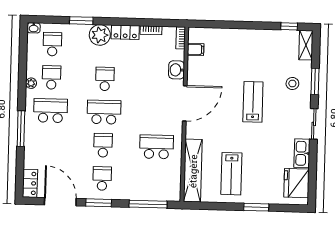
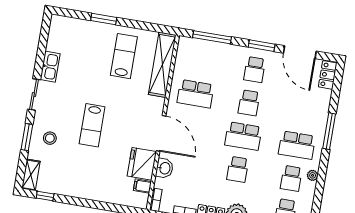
door: (185, 103) -> (161, 133), swing flipped
fridge: (296, 183) -> (142, 164), moved, turned 180

